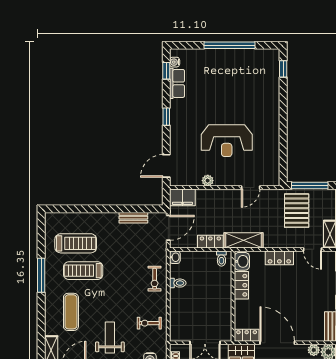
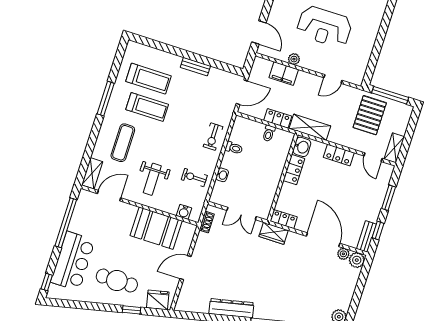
door: (166, 166) -> (259, 32), swing flipped
filing cabinet: (182, 197) -> (284, 74), moved
bench: (133, 218) -> (195, 67), moved
washbasin: (175, 257) -> (222, 175), moved
toilet: (221, 259) -> (269, 133), moved
treadmill: (83, 271) -> (147, 107), turned 180
weight bench: (110, 338) -> (152, 179), turned 180
door: (277, 343) -> (323, 240), moved

